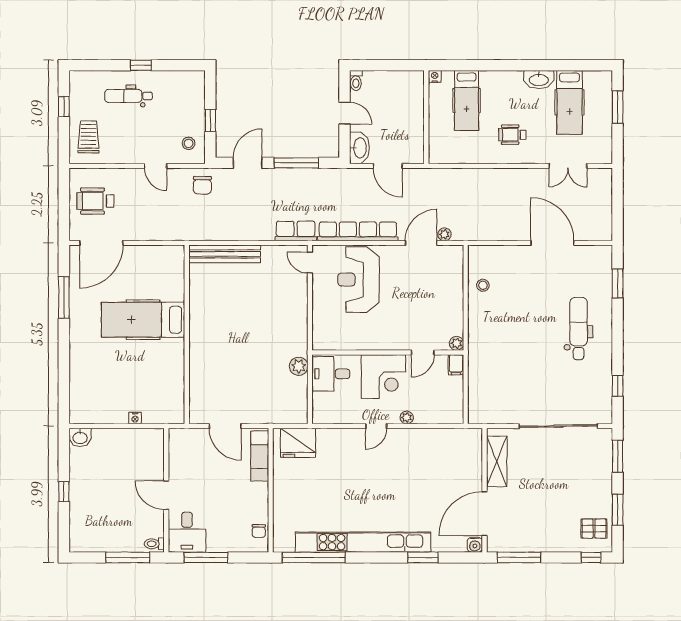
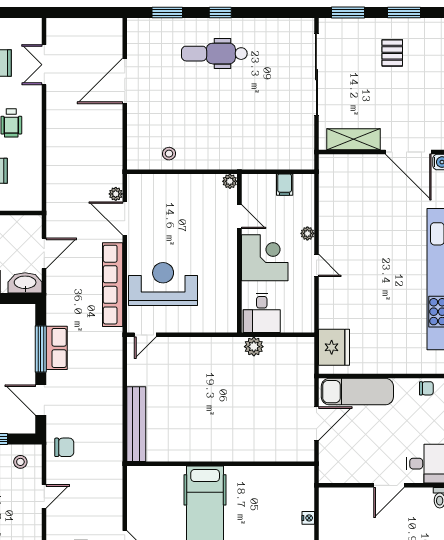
double door: (568, 166) -> (44, 65), swing flipped
row of seats: (296, 231) -> (57, 348), moved, turned 180
reception desk: (358, 280) -> (163, 284), turned 180
filing cabinet: (456, 365) -> (285, 185), moved, turned 90
window: (618, 386) -> (220, 13), moved
exam couch: (260, 456) -> (357, 392), width x1.36, depth x1.45
pallet: (594, 529) -> (392, 53), moved

